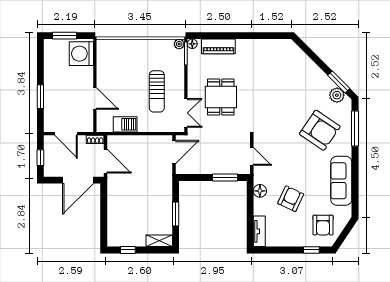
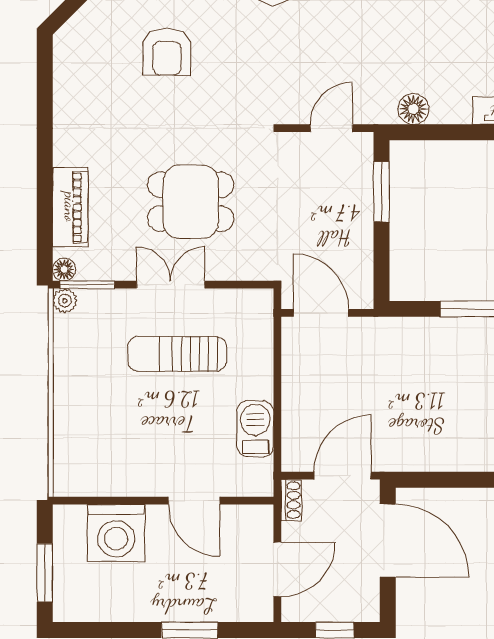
washing machine: (81, 54) -> (116, 533), moved
sun lounger: (157, 91) -> (177, 354), turned 180
door: (95, 98) -> (194, 501), swing flipped
double door: (186, 113) -> (171, 285), moved
armchair: (291, 199) -> (167, 52), moved, turned -115

